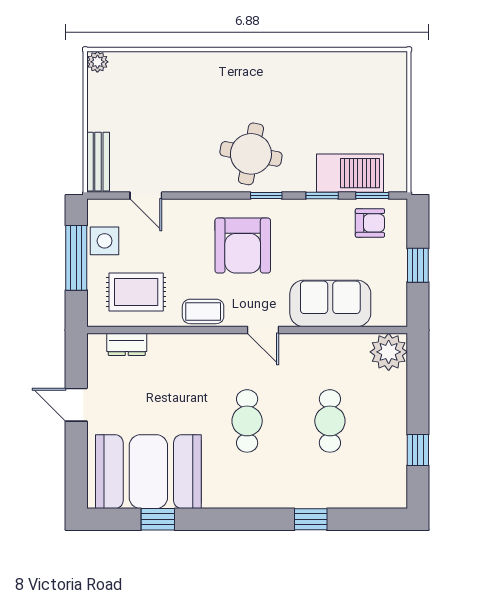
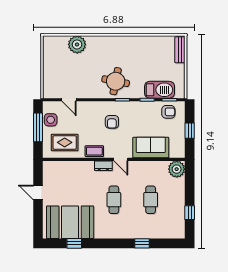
plant: (97, 62) -> (77, 44), moved, width x1.87, depth x1.87
bench: (98, 162) -> (180, 50), moved
armchair: (243, 246) -> (112, 122), width x0.53, depth x0.53
dresser: (127, 344) -> (103, 166), moved

